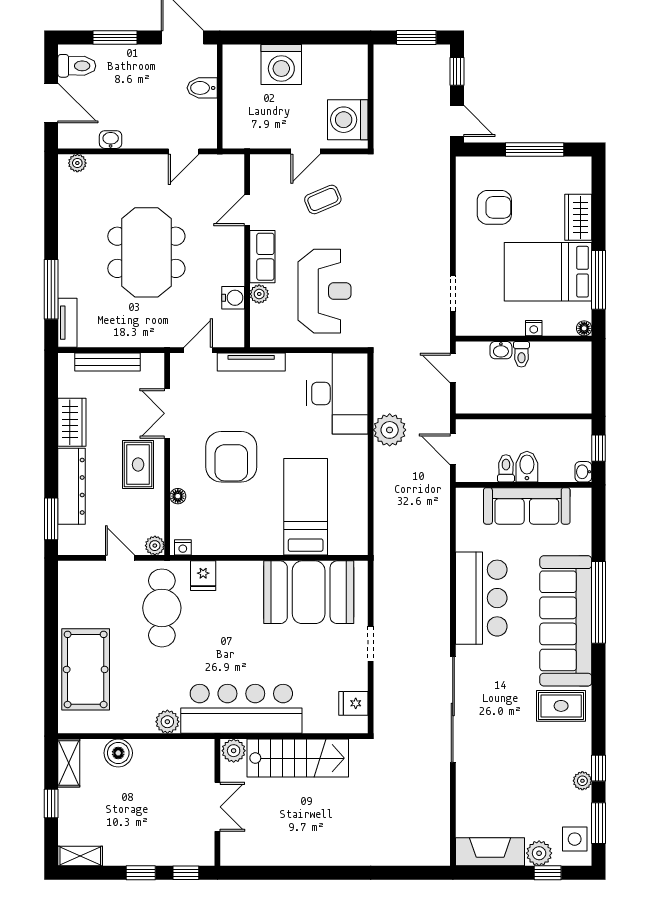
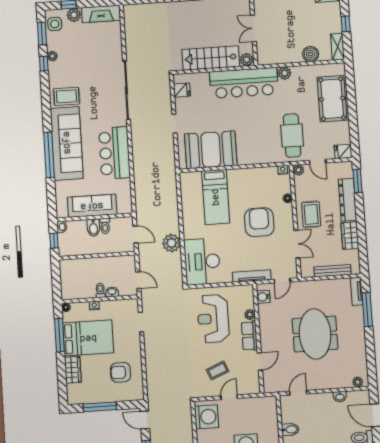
water cooler: (233, 298) -> (263, 297), moved
fridge: (203, 576) -> (343, 151), moved, turned -90

